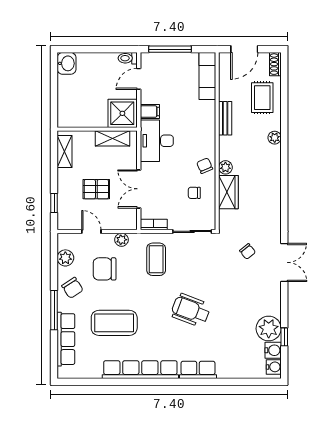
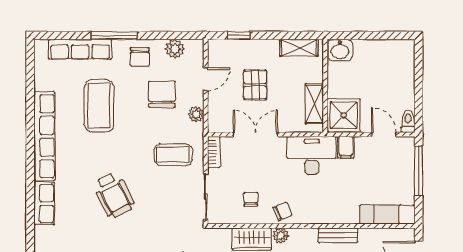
washbasin: (67, 63) -> (340, 50), moved
chair: (72, 288) -> (140, 57), turned -57
wheelchair: (191, 310) -> (114, 195), turned 132

